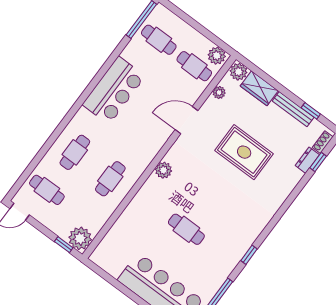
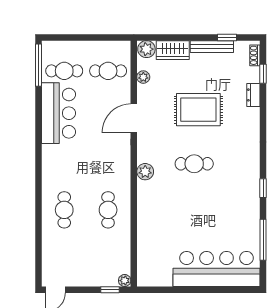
plant: (217, 56) -> (120, 49), removed
bar counter: (114, 90) -> (58, 113), moved
dresser: (307, 160) -> (253, 95), moved
cafe table: (47, 190) -> (64, 256), removed
cafe table: (186, 229) -> (194, 164), moved
plant: (80, 238) -> (125, 281), width x0.53, depth x0.53

